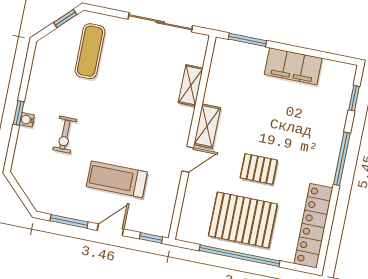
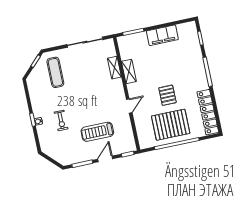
shelving: (207, 126) -> (129, 71), moved
pallet: (259, 169) -> (167, 95), turned 90

